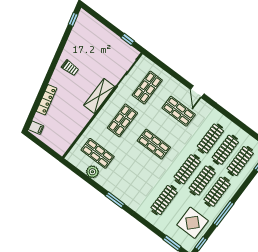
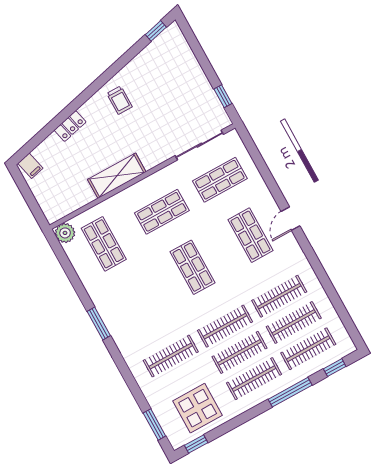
shelving: (99, 96) -> (117, 176), moved
locker: (47, 100) -> (70, 126), width x0.66
plant: (92, 172) -> (65, 233), moved
window: (223, 213) -> (290, 392), moved

